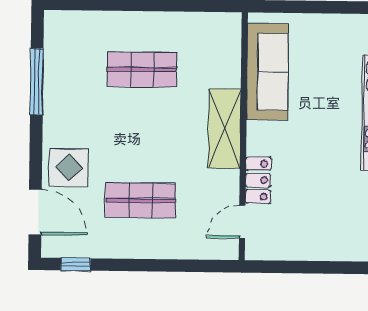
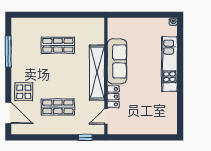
sofa: (267, 72) -> (117, 61), moved
shelving: (224, 129) -> (97, 73), width x1.47
window: (76, 264) -> (85, 137), moved

